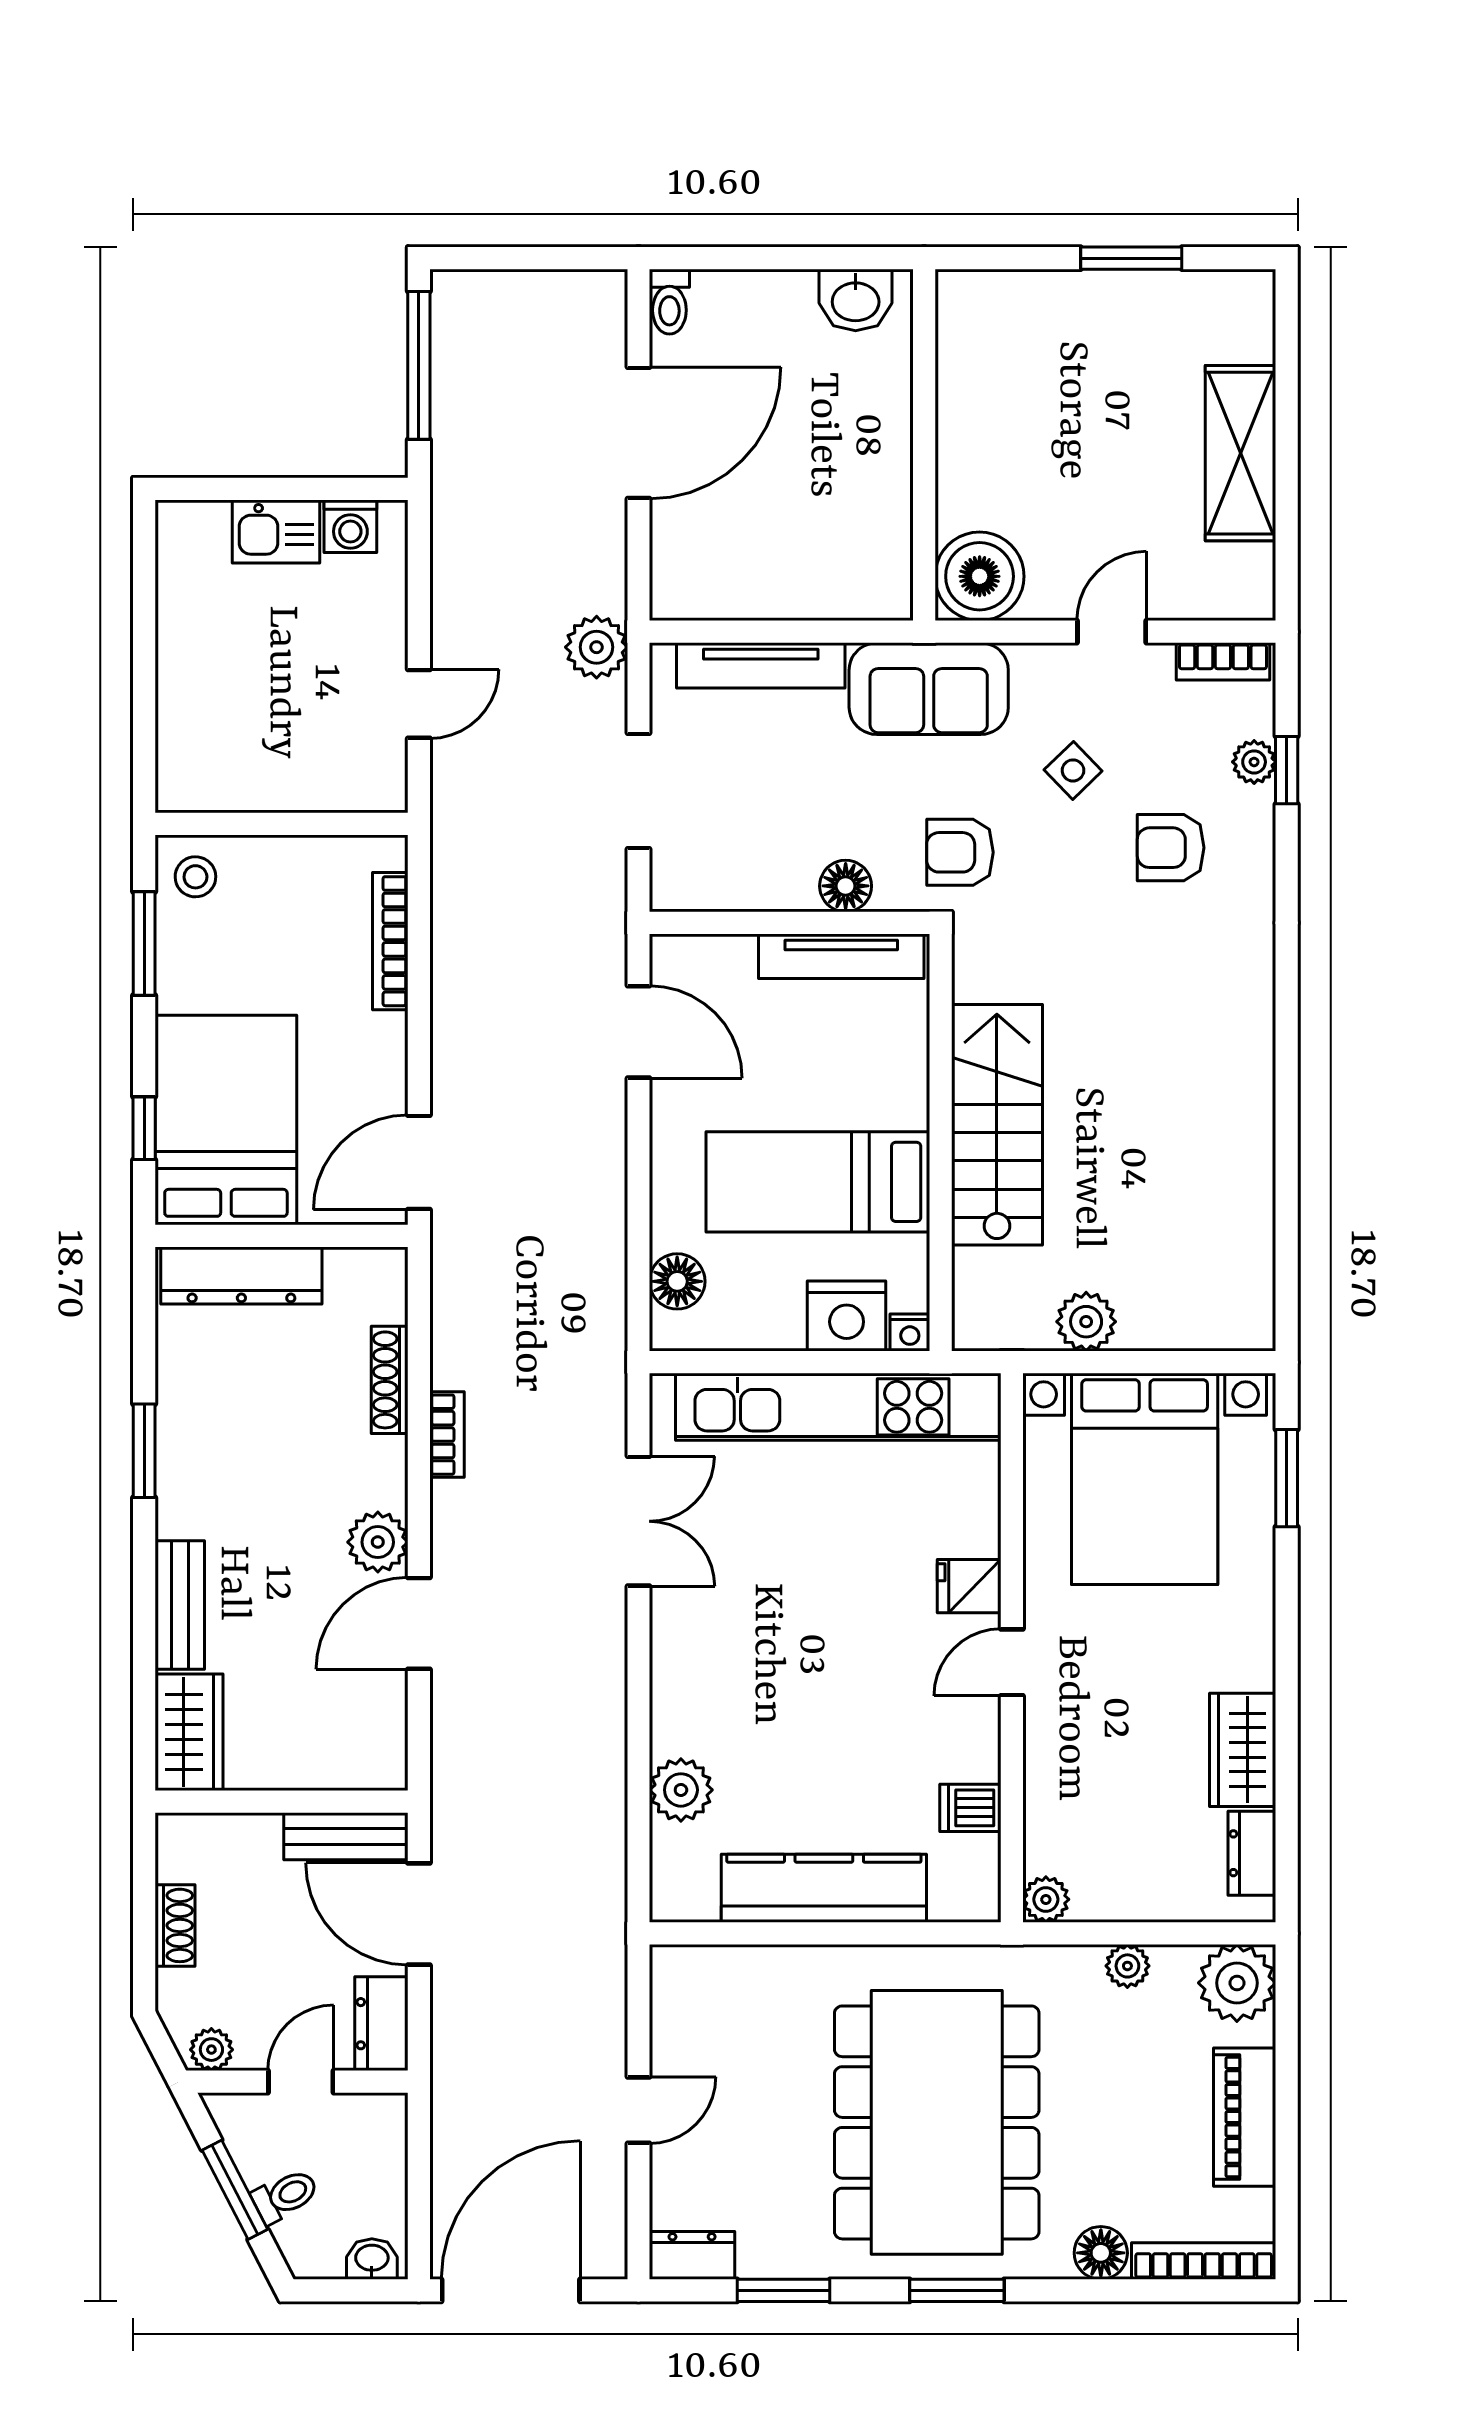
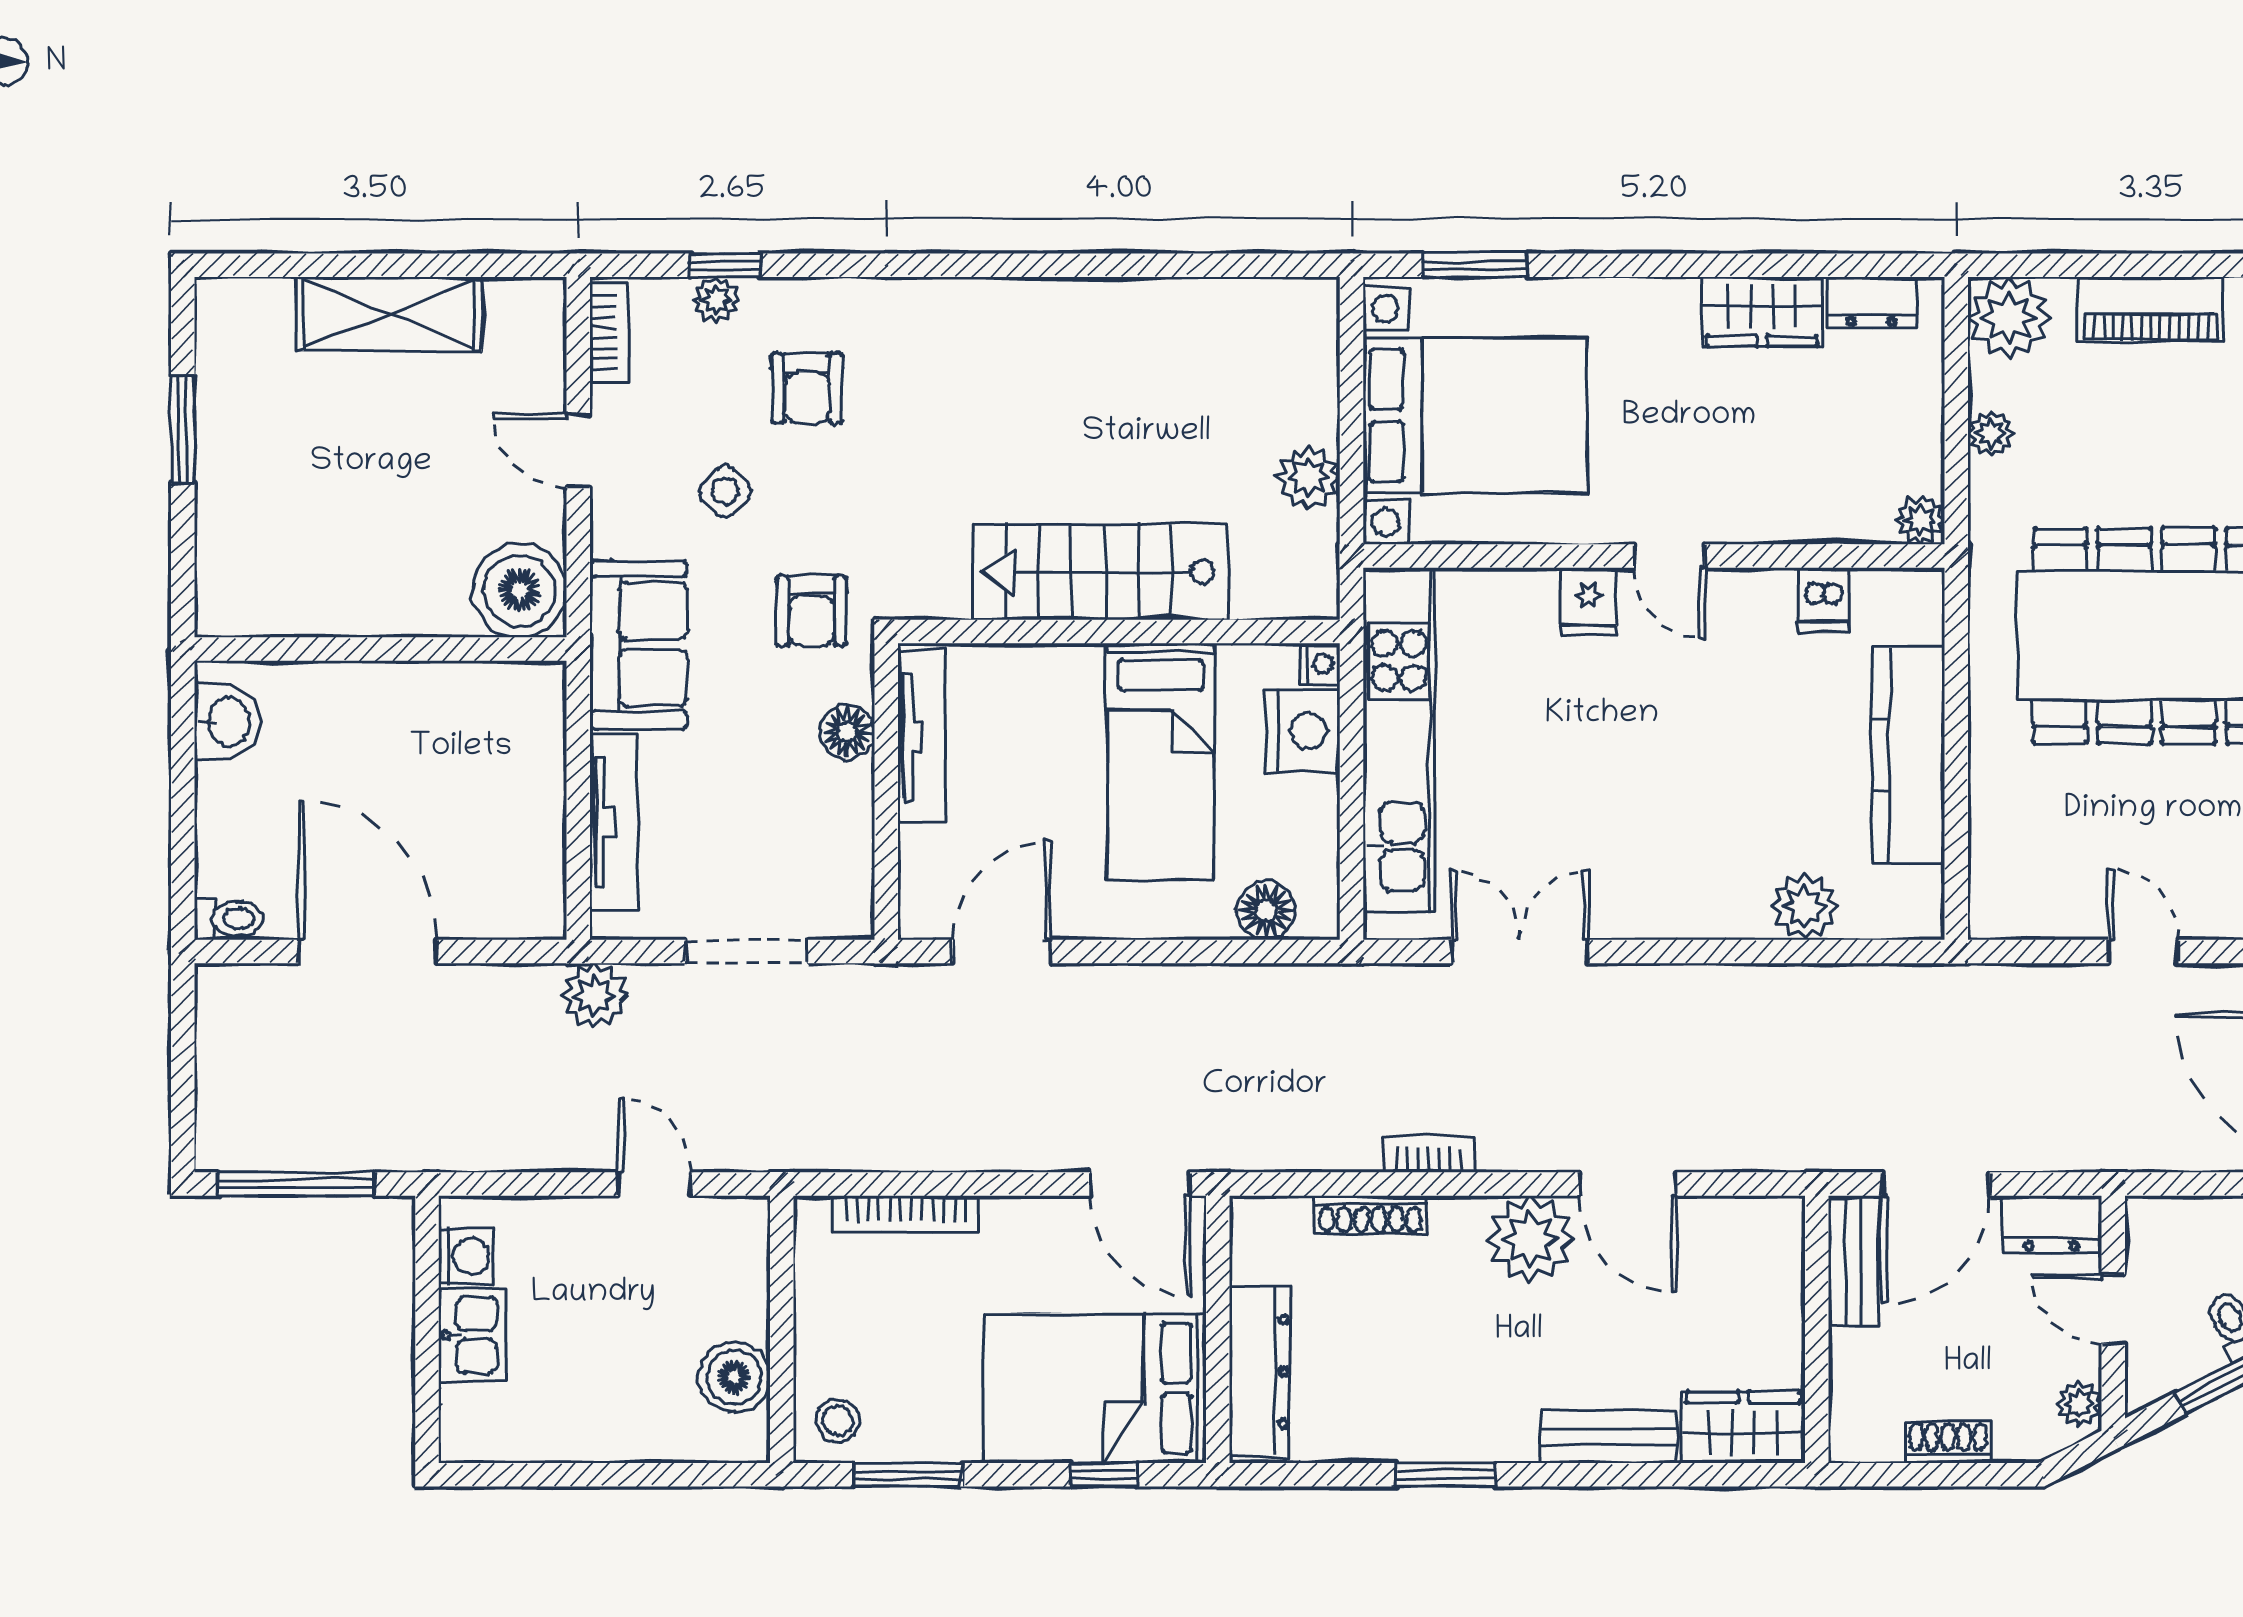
boiler: (236, 779) -> (735, 1377), added
plant: (378, 1542) -> (1530, 1239), width x1.36, depth x1.36

